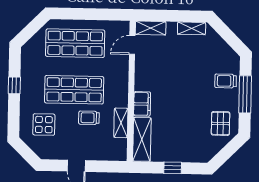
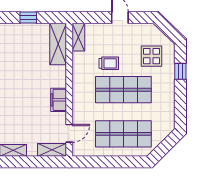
window: (14, 85) -> (180, 71), moved
filing cabinet: (142, 104) -> (59, 100), moved
shelving: (121, 123) -> (78, 37), moved

